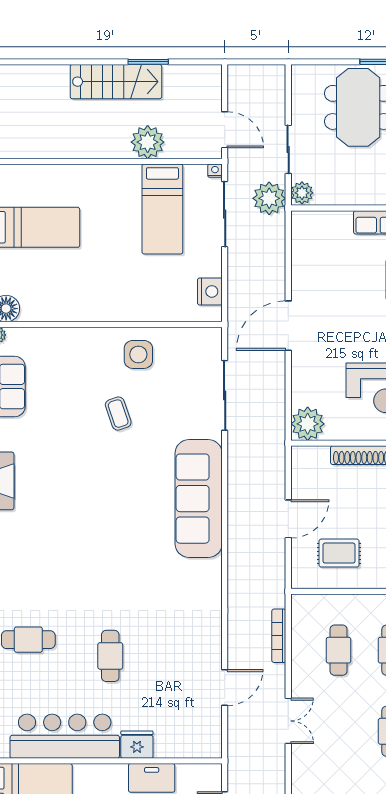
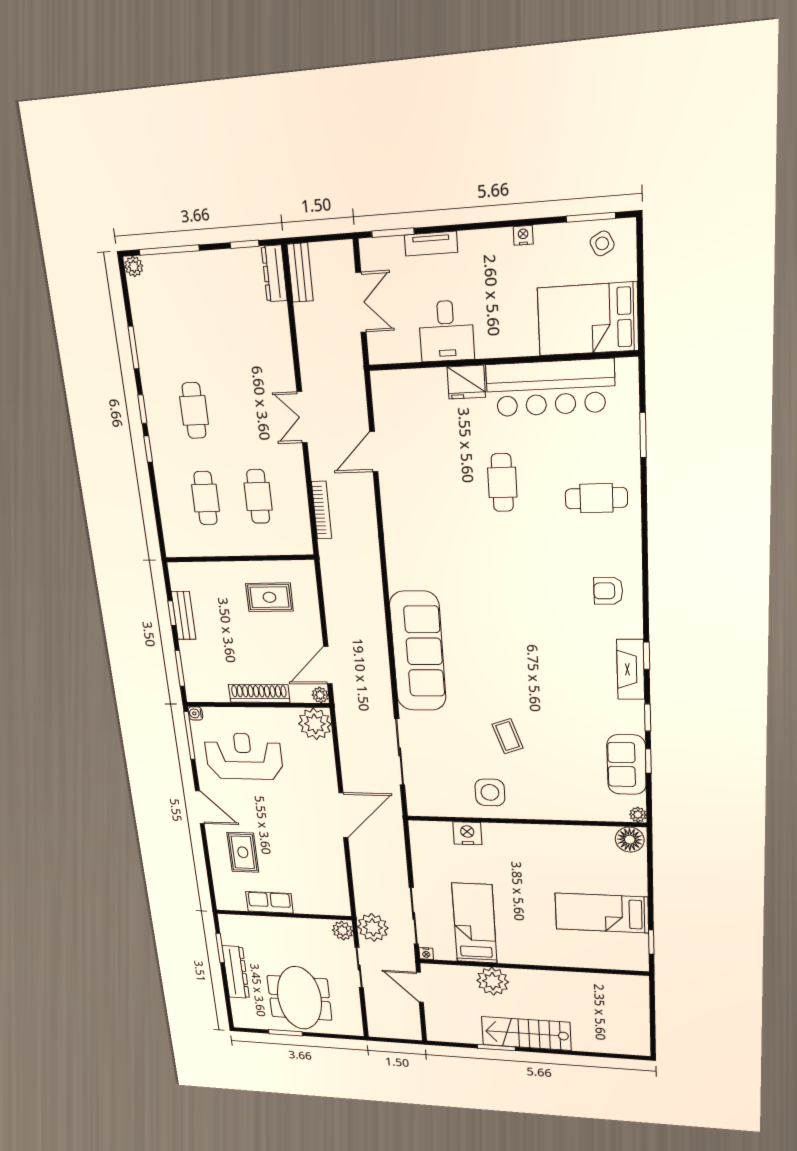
nightstand: (210, 291) -> (467, 833), moved, turned 90
plant: (299, 454) -> (320, 695), added
door: (288, 519) -> (328, 665), moved
armchair: (20, 555) -> (608, 591), added

